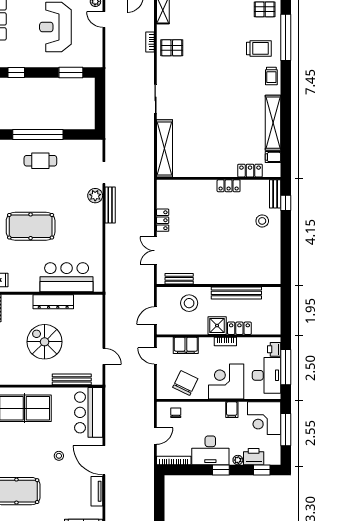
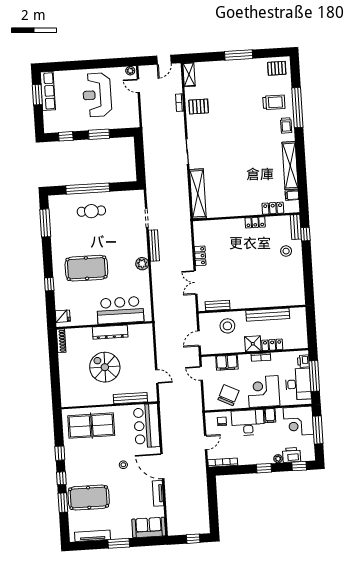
window: (286, 37) -> (297, 108), moved
window: (71, 73) -> (99, 134), moved
plant: (95, 196) -> (142, 264), moved
desk: (210, 450) -> (248, 423), moved, turned 180

